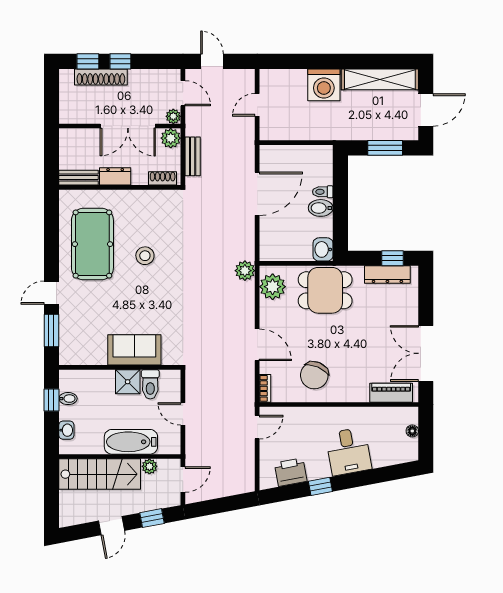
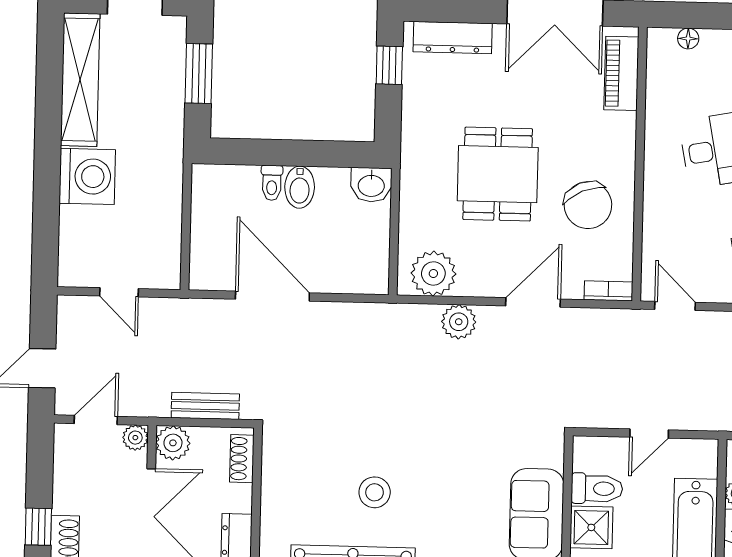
plant: (245, 271) -> (459, 322), moved
dresser: (387, 275) -> (453, 38), moved, turned 90
dining table: (325, 290) -> (498, 174), moved
chair: (314, 375) -> (588, 205), turned 44

